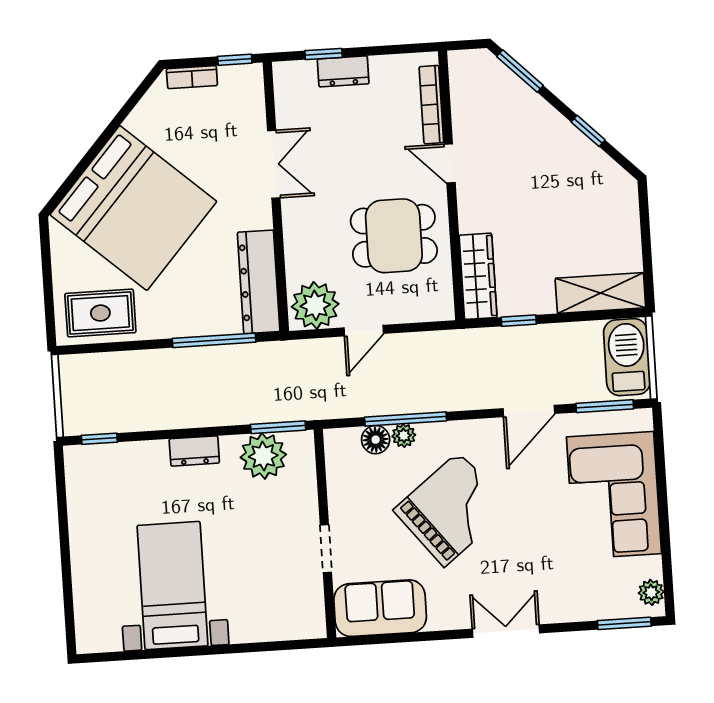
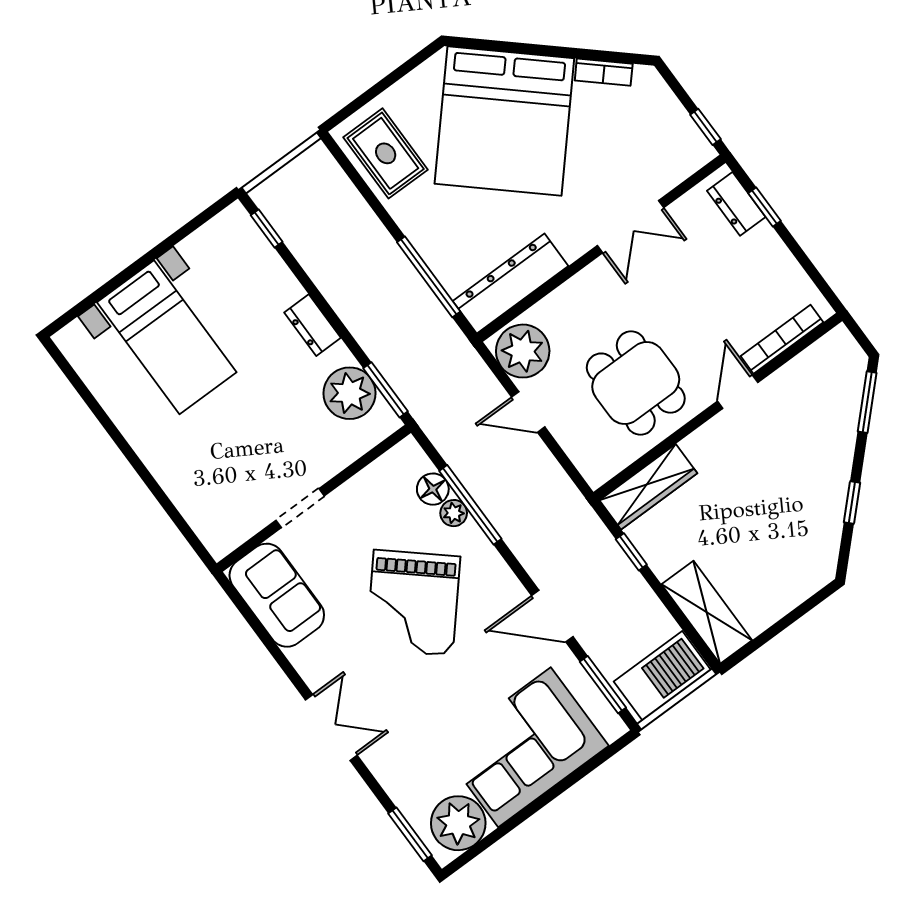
dresser: (343, 71) -> (736, 204), moved
bookcase: (192, 77) -> (604, 72), moved, turned -48
grand piano: (452, 509) -> (413, 603), turned 79
bed with nightstands: (173, 586) -> (167, 337), moved, turned 90
plant: (651, 592) -> (458, 823), width x1.87, depth x1.87

